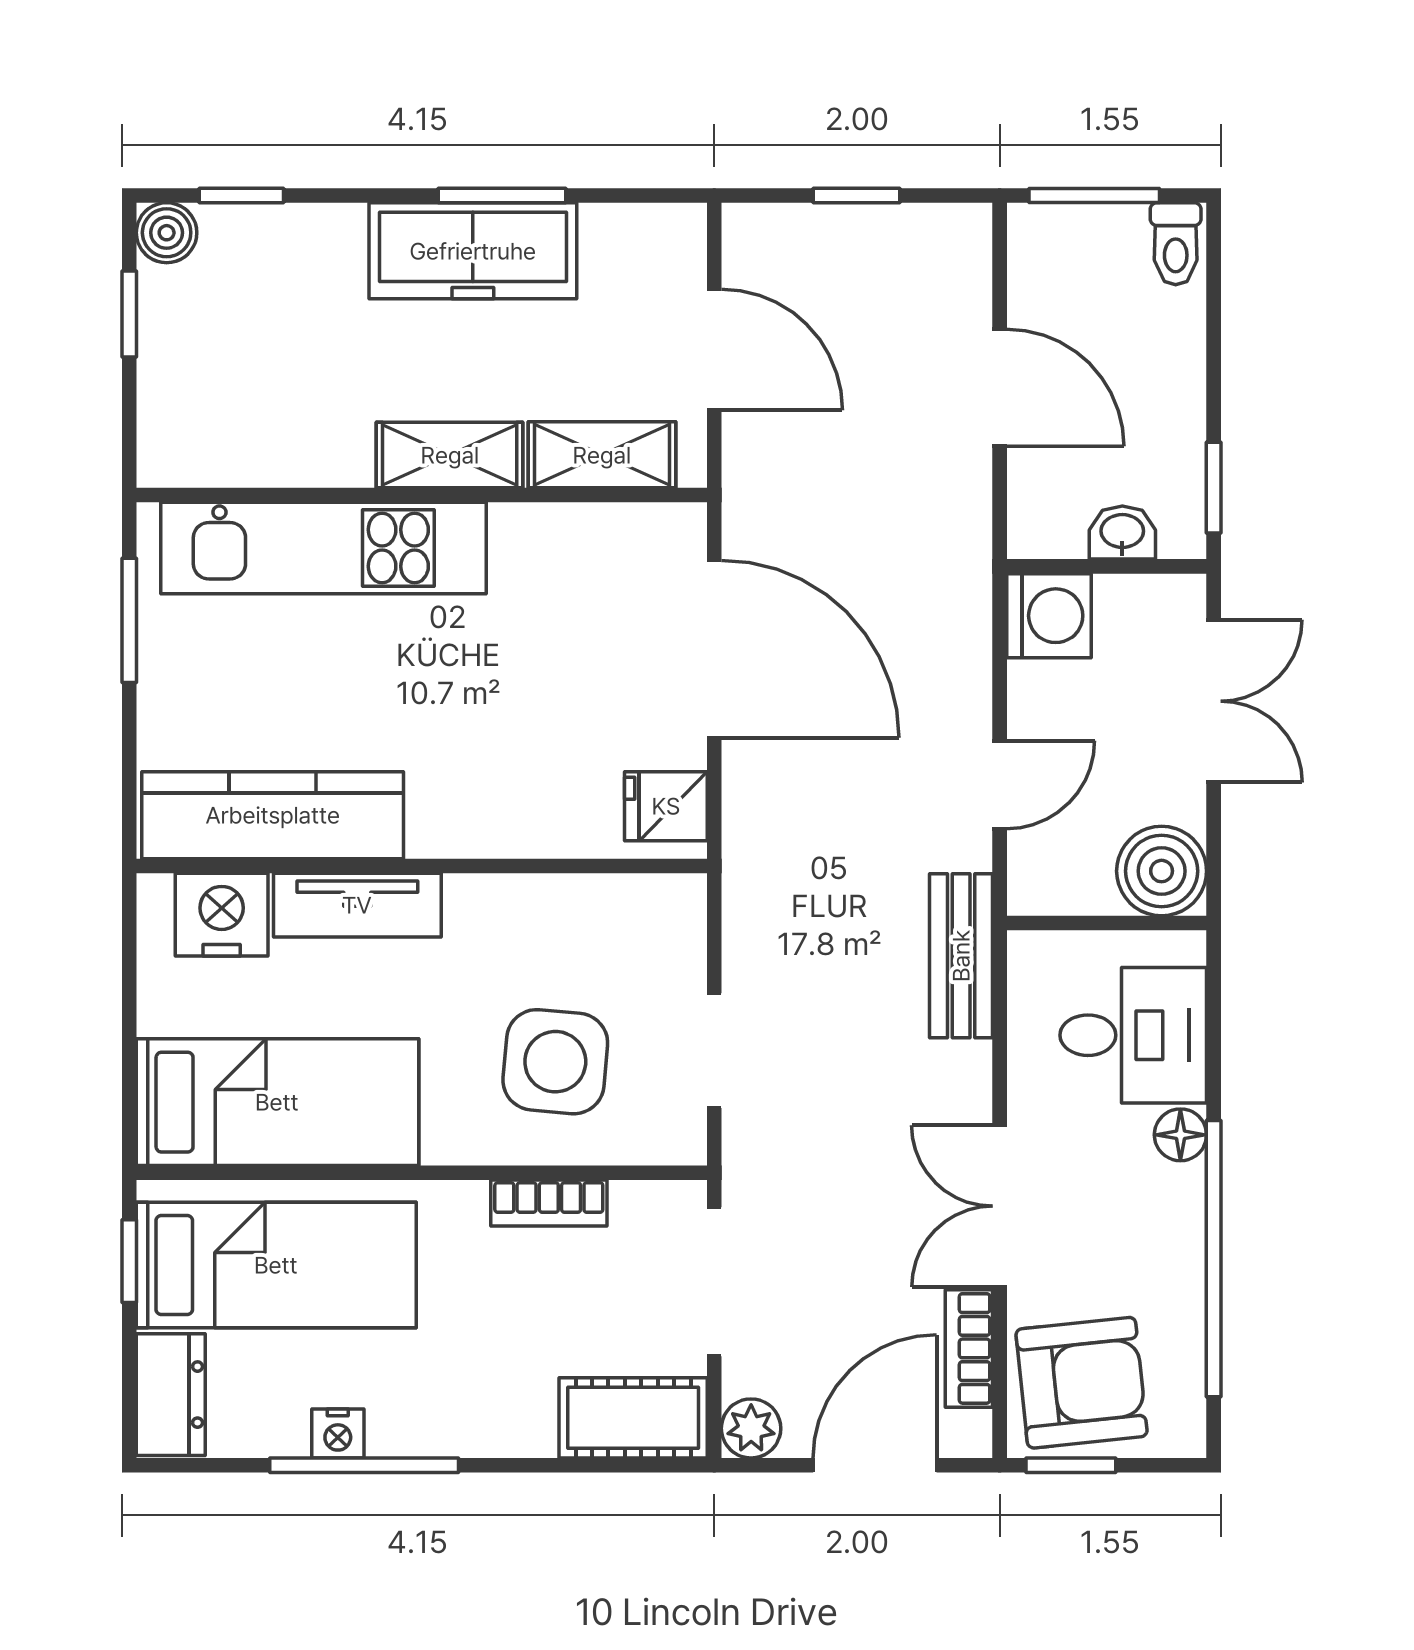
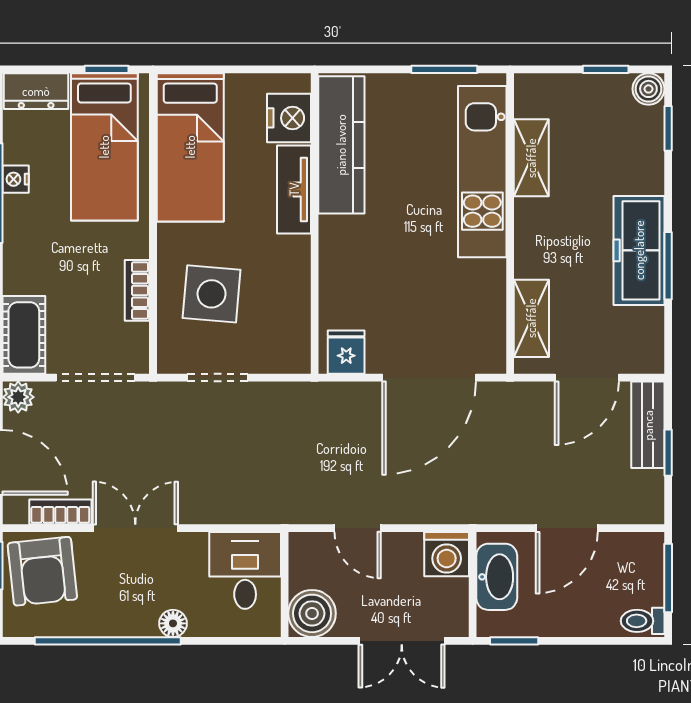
shelving: (450, 455) -> (531, 158), moved
washbasin: (1122, 533) -> (497, 577), width x1.91, depth x1.45
bench: (961, 956) -> (648, 425), moved, turned 90
desk: (1133, 1035) -> (245, 570), moved, turned 180

